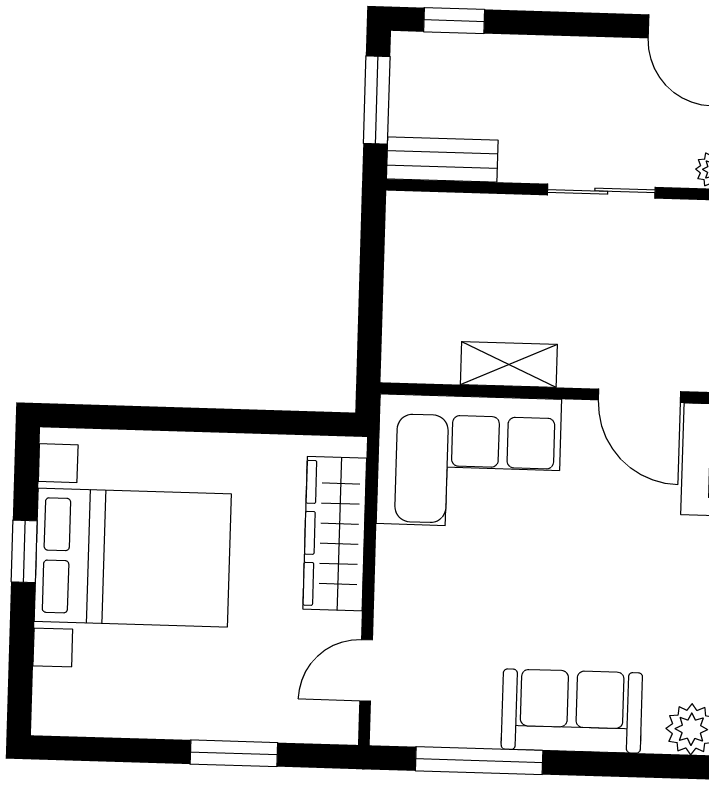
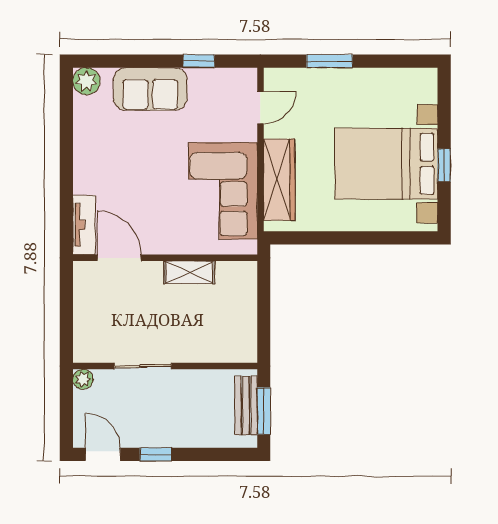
window: (454, 21) -> (156, 454), moved
bench: (442, 160) -> (246, 406), moved, turned 90
corner sofa: (469, 461) -> (223, 191), moved, turned -90
window: (479, 761) -> (199, 61), width x0.46

